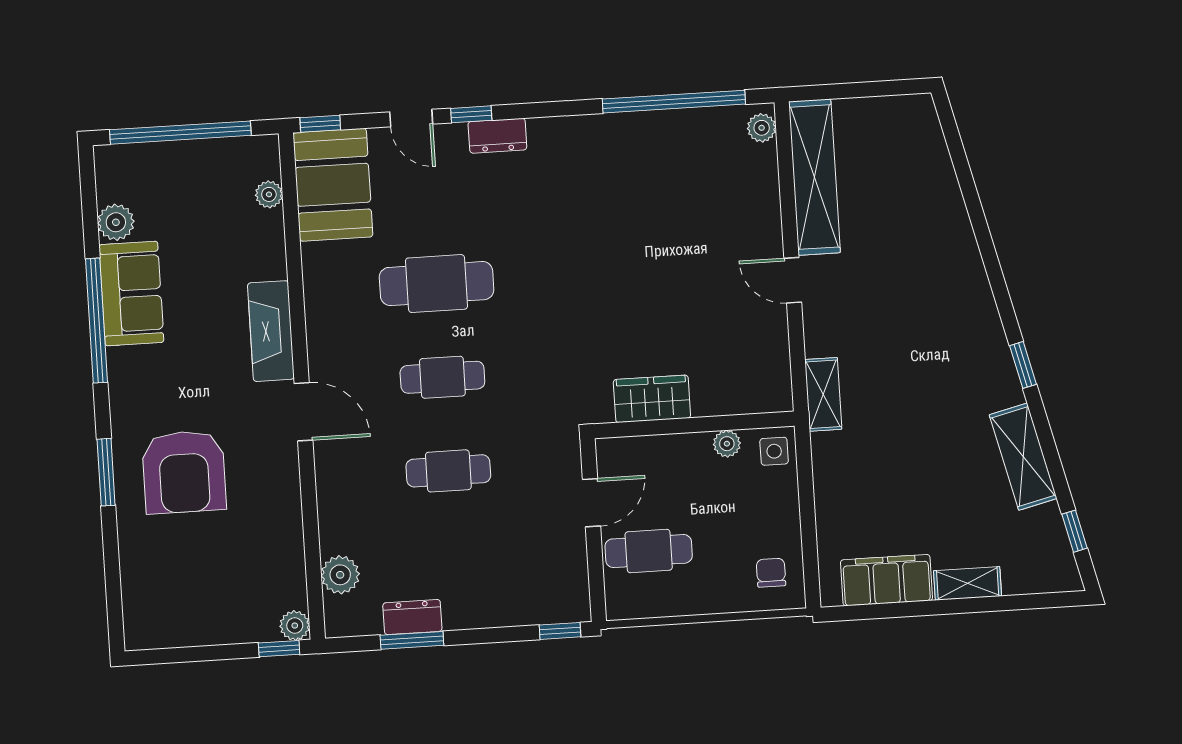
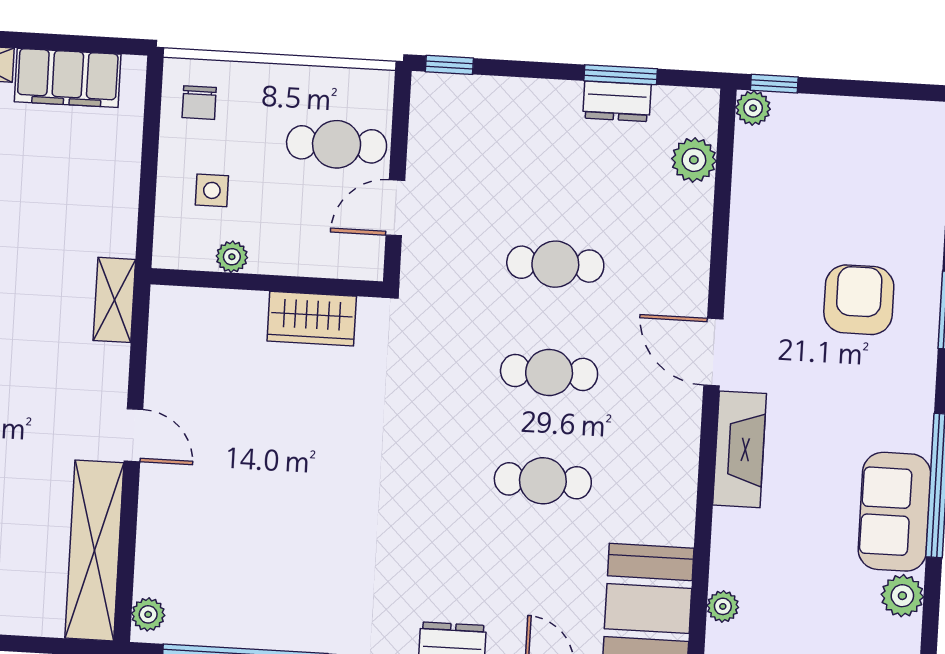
cafe table: (437, 284) -> (543, 481), width x0.73, depth x0.74
side table: (774, 451) -> (212, 190), moved
armchair: (184, 472) -> (859, 300), width x0.73, depth x0.73

